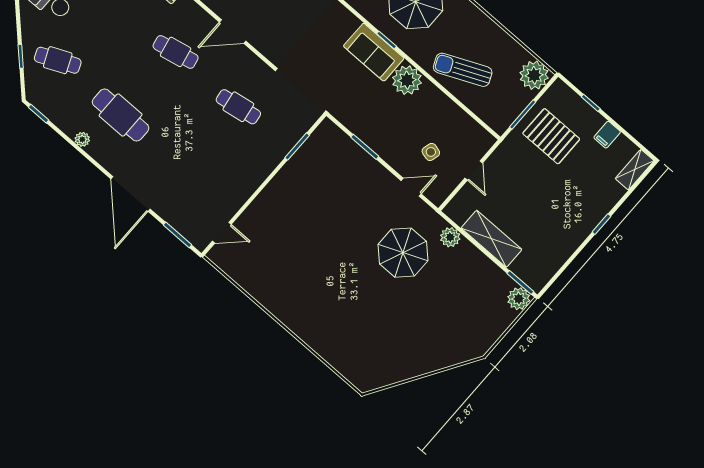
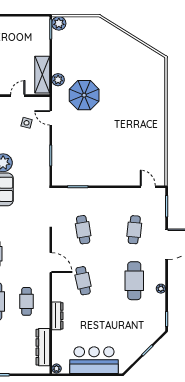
cafe table: (58, 60) -> (134, 230), moved, turned 30
shelving: (491, 239) -> (42, 75), moved

